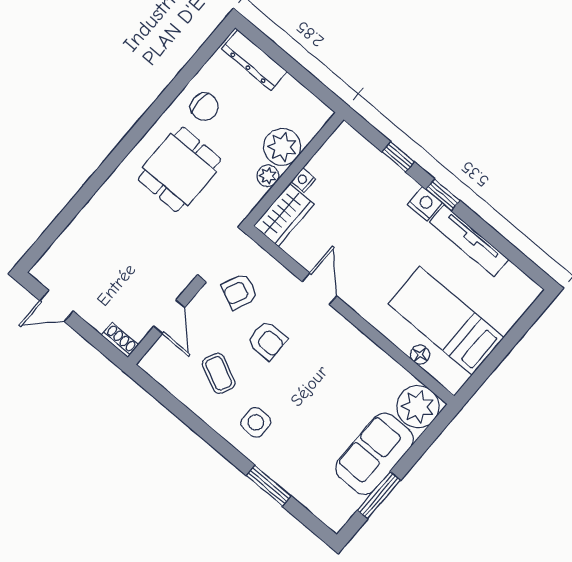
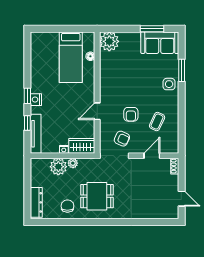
tv unit: (469, 241) -> (36, 134), moved
armchair: (267, 340) -> (131, 114), turned 180
side table: (256, 422) -> (169, 84), moved
sofa: (375, 454) -> (160, 43), moved

